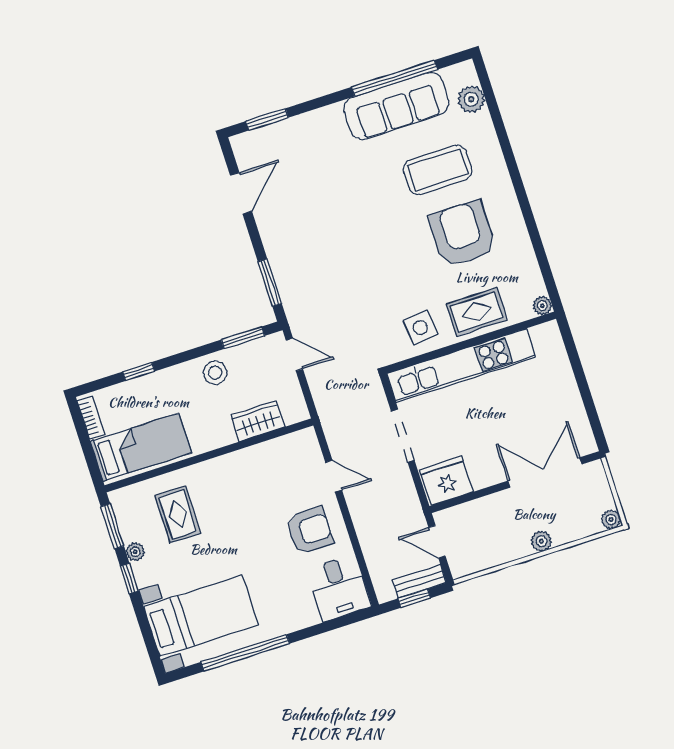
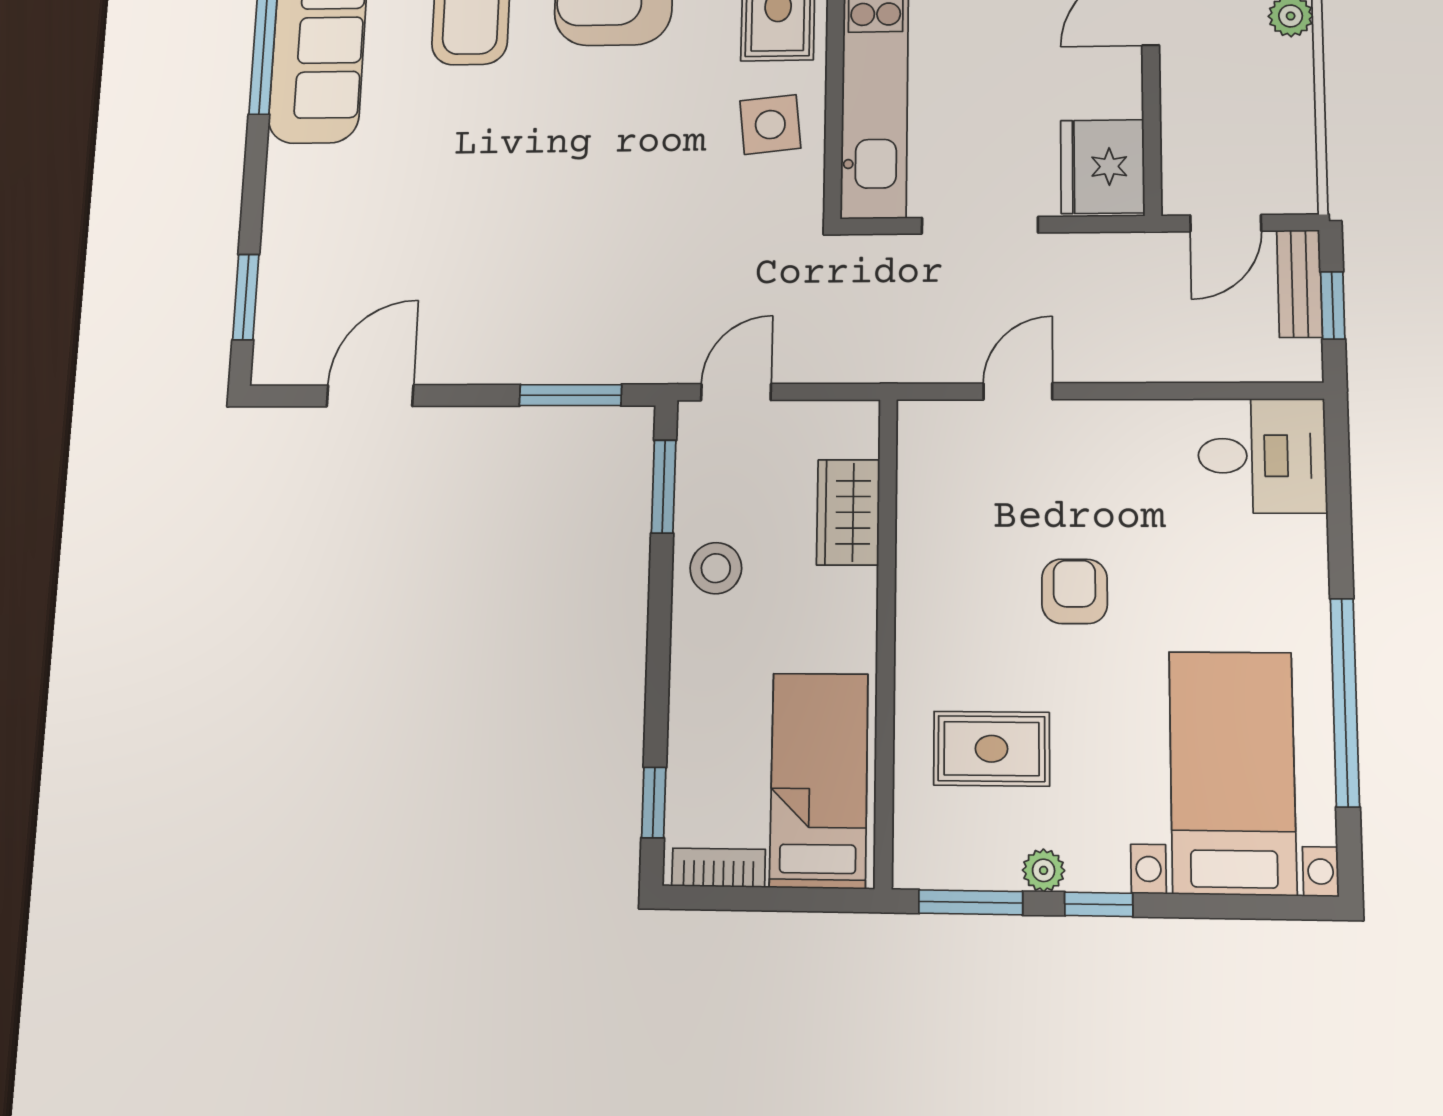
door: (241, 193) -> (370, 396), hinge flipped
window: (139, 371) -> (654, 803), moved
armchair: (310, 531) -> (1074, 591), moved, width x0.72, depth x0.72

